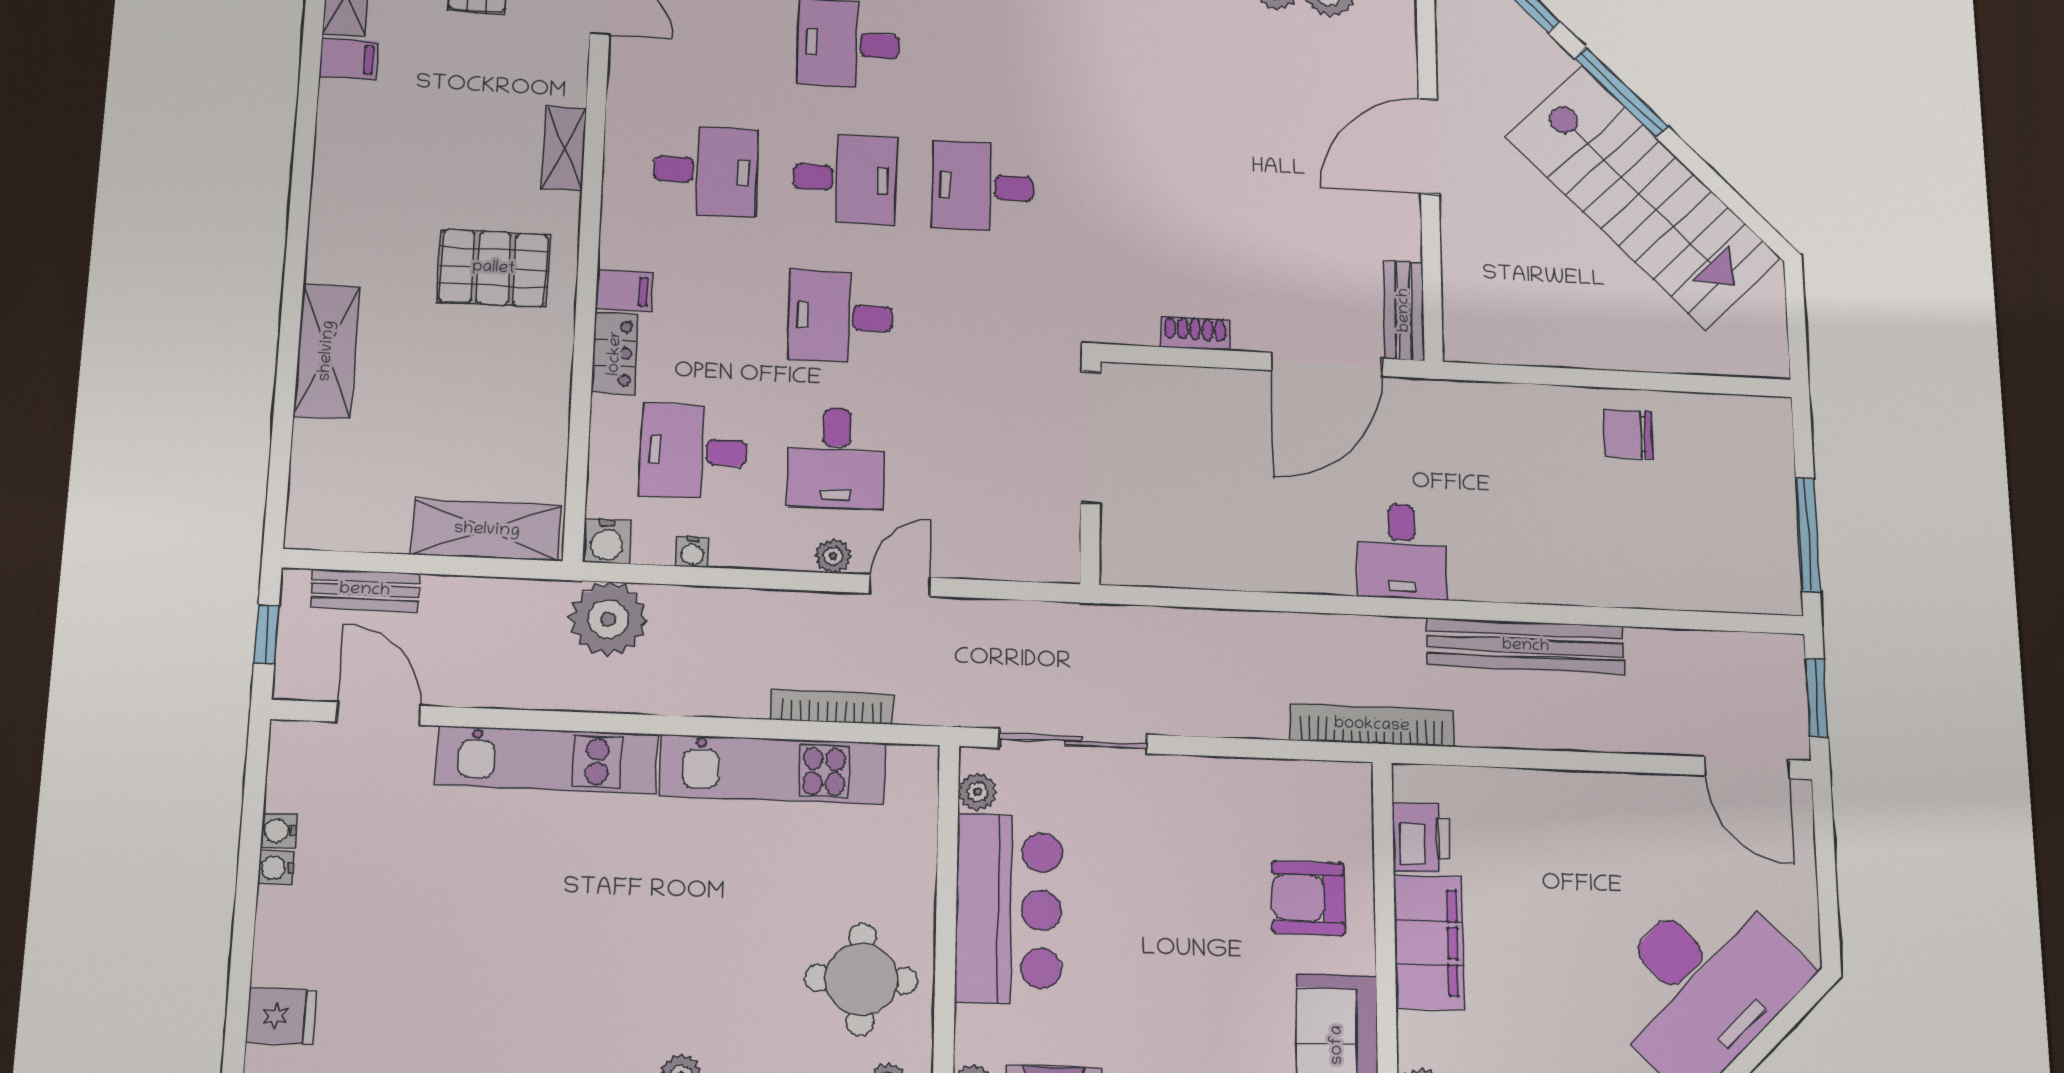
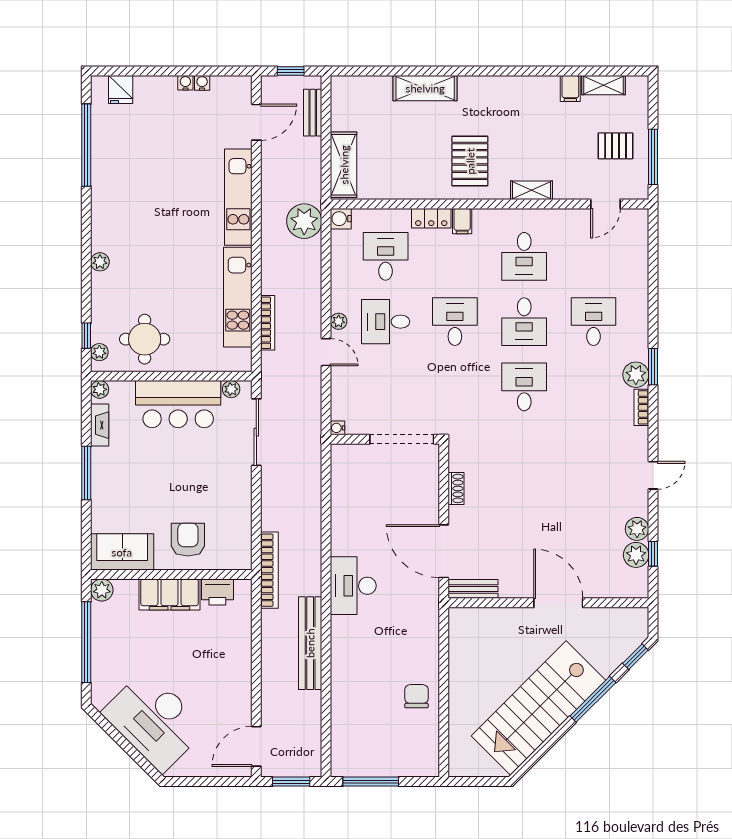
desk: (1402, 551) -> (353, 586), width x1.37
water cooler: (692, 552) -> (337, 428), moved

